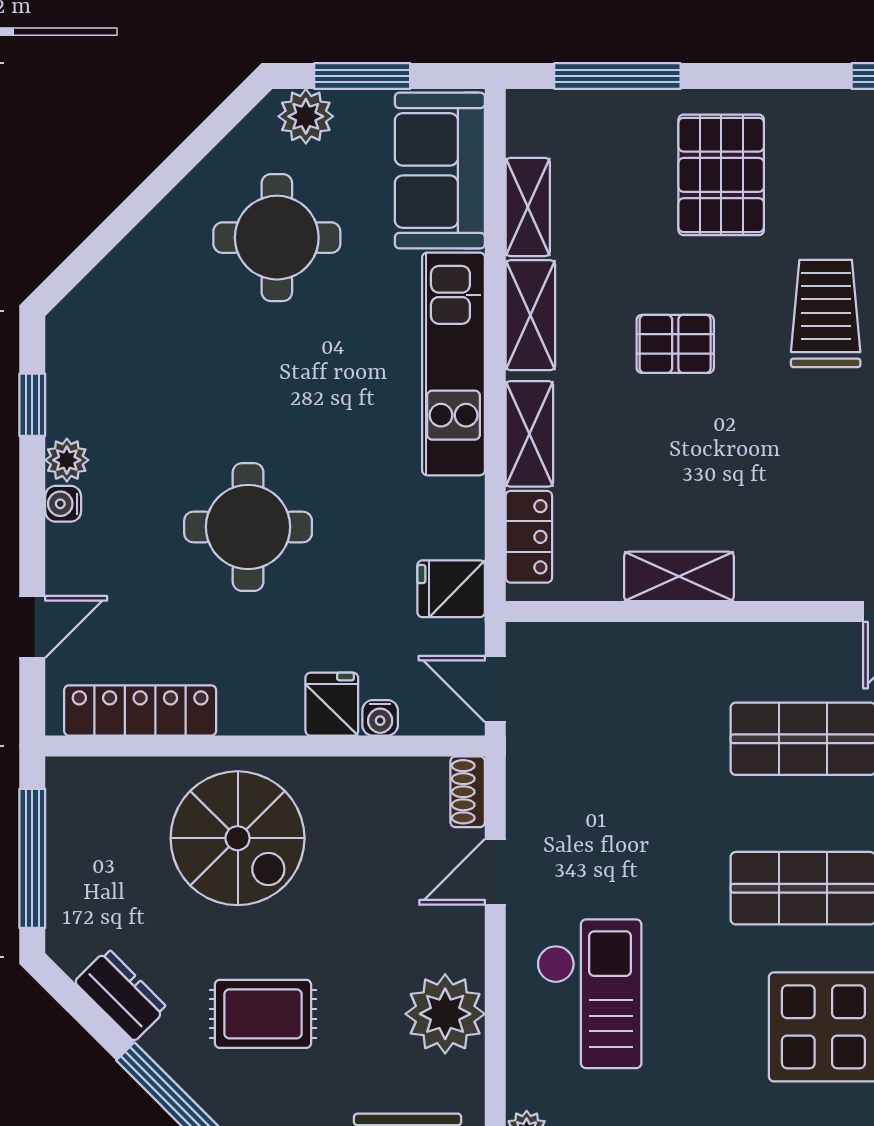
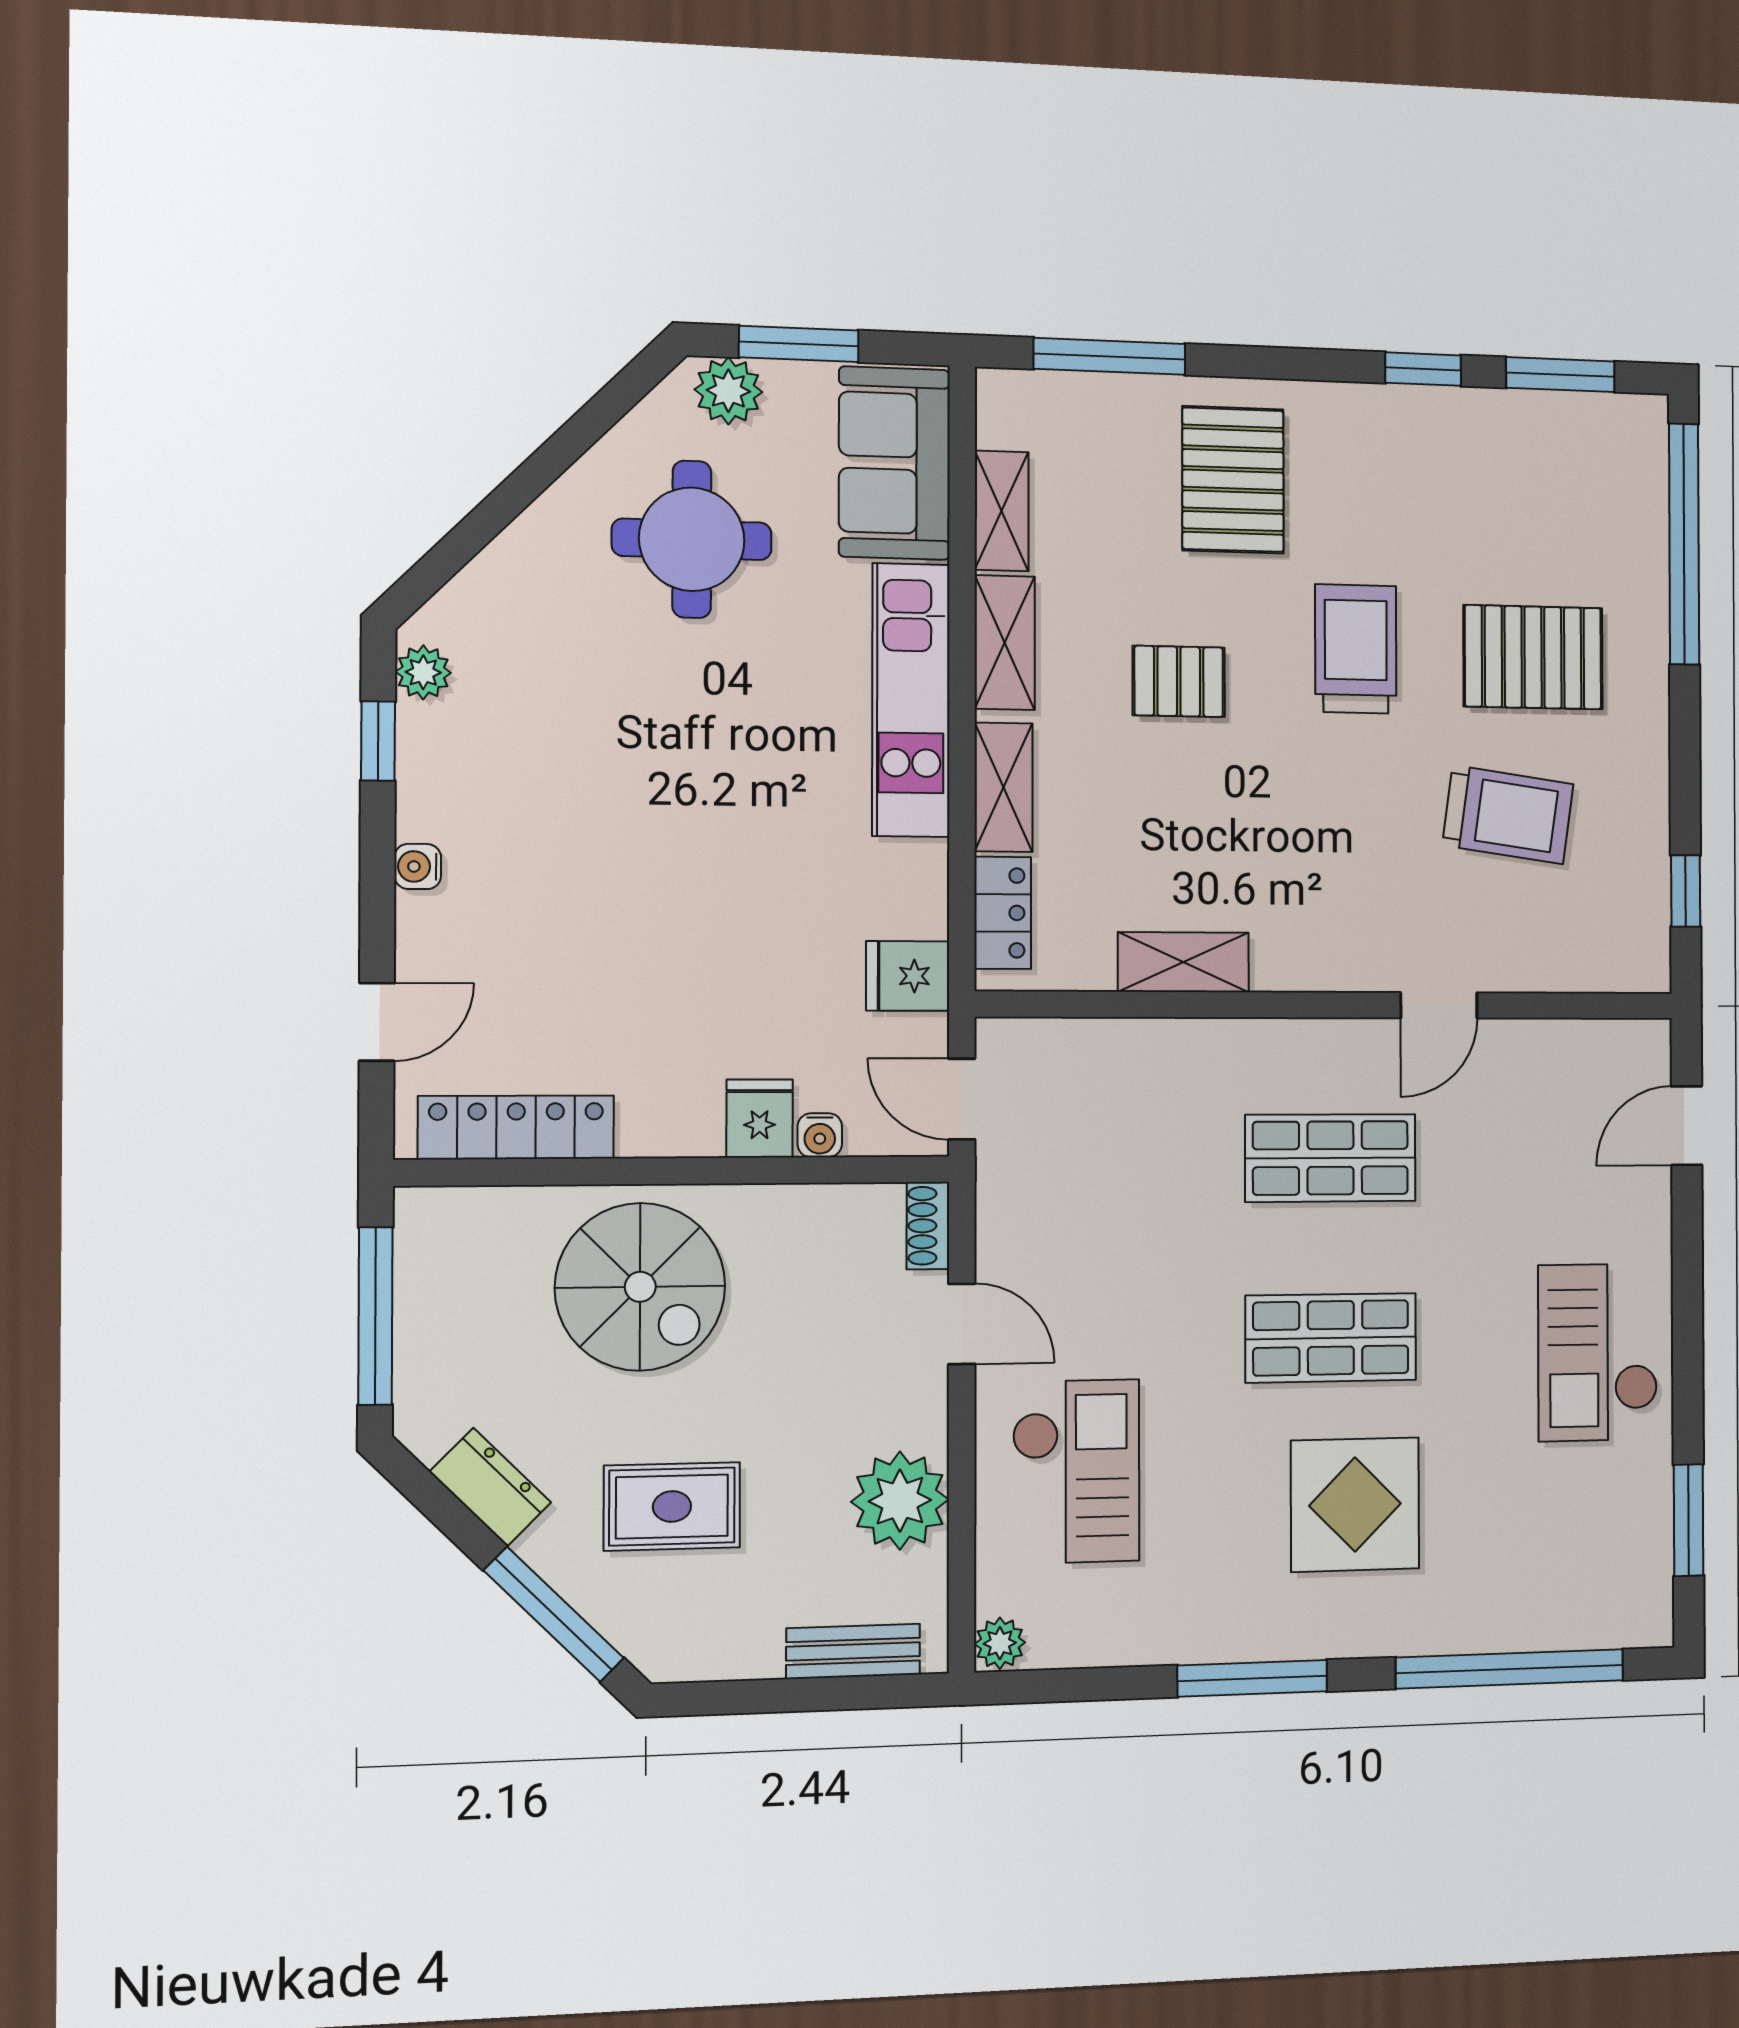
plant: (67, 460) -> (423, 672), moved
round table: (248, 527) -> (655, 898), removed
door: (495, 872) -> (962, 1324), swing flipped

